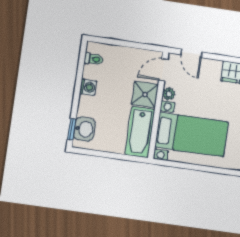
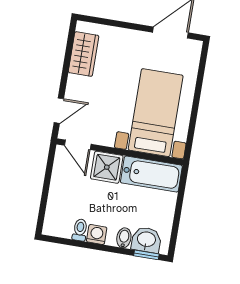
toilet: (94, 59) -> (80, 230), moved
plant: (169, 94) -> (107, 139), removed
bidet: (86, 110) -> (124, 238), added

